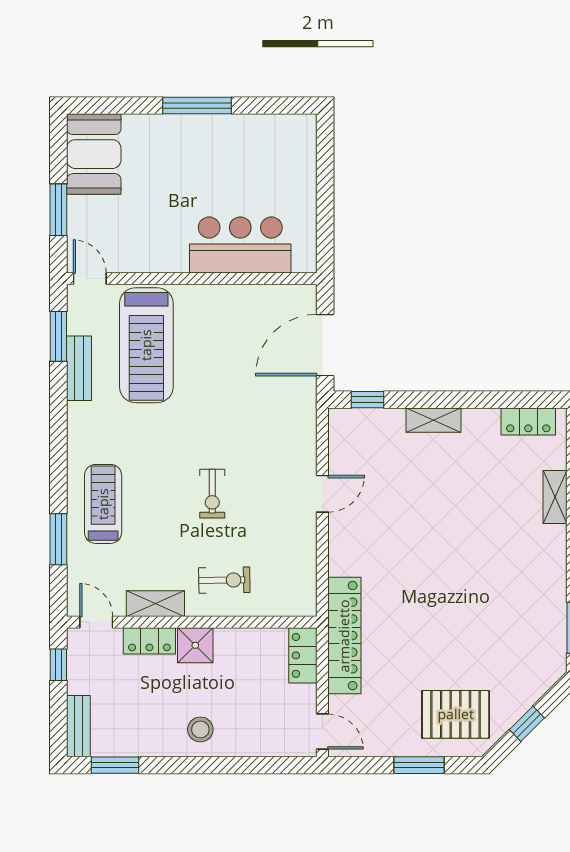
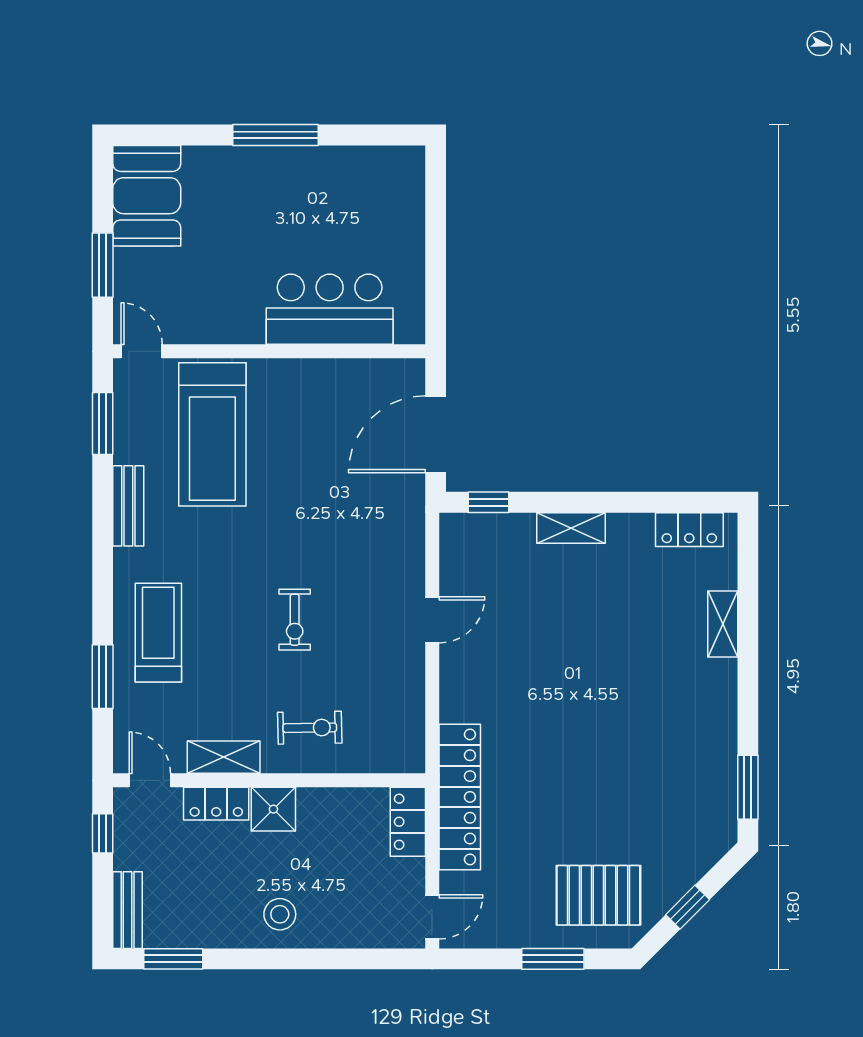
bench: (79, 368) -> (128, 506), moved
door: (322, 732) -> (432, 917), hinge flipped

